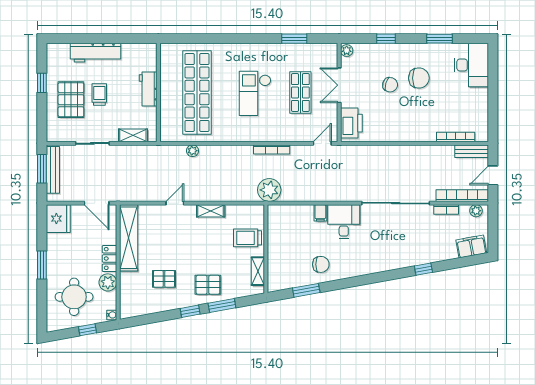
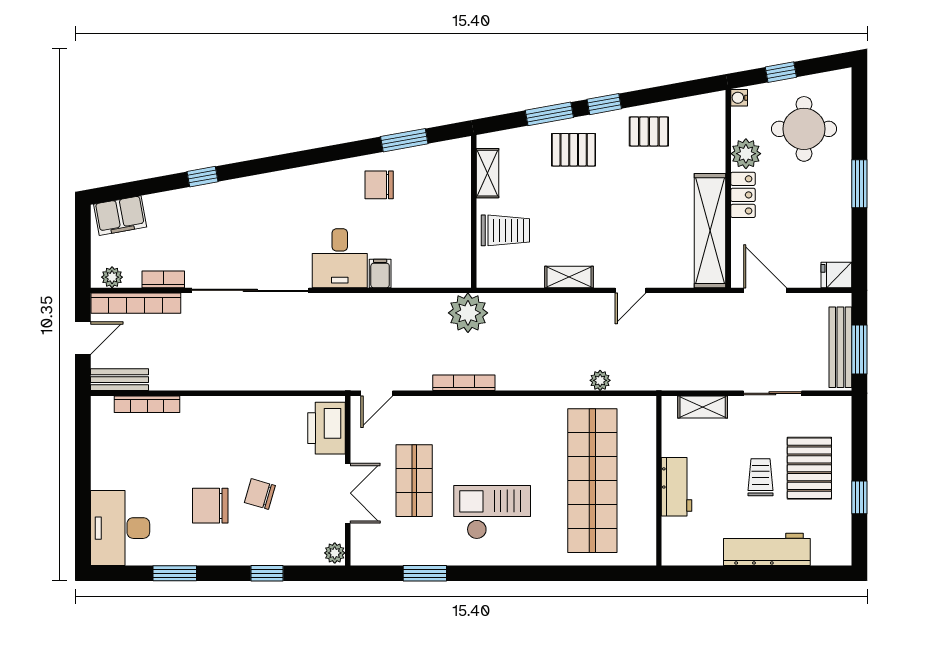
checkout: (255, 93) -> (492, 512), moved, turned -90
trolley: (99, 95) -> (760, 477), turned 180
fridge: (58, 219) -> (836, 275), width x0.53, depth x0.75
pallet: (164, 279) -> (649, 131), moved

